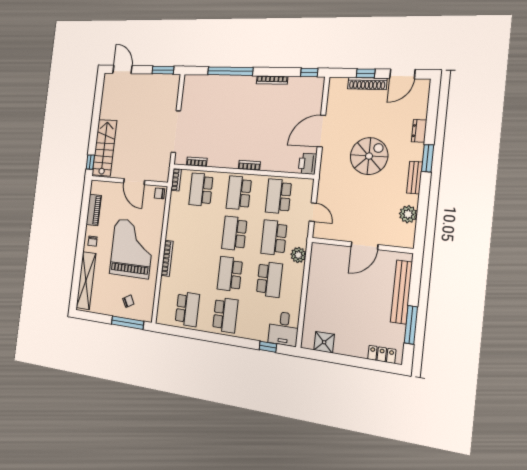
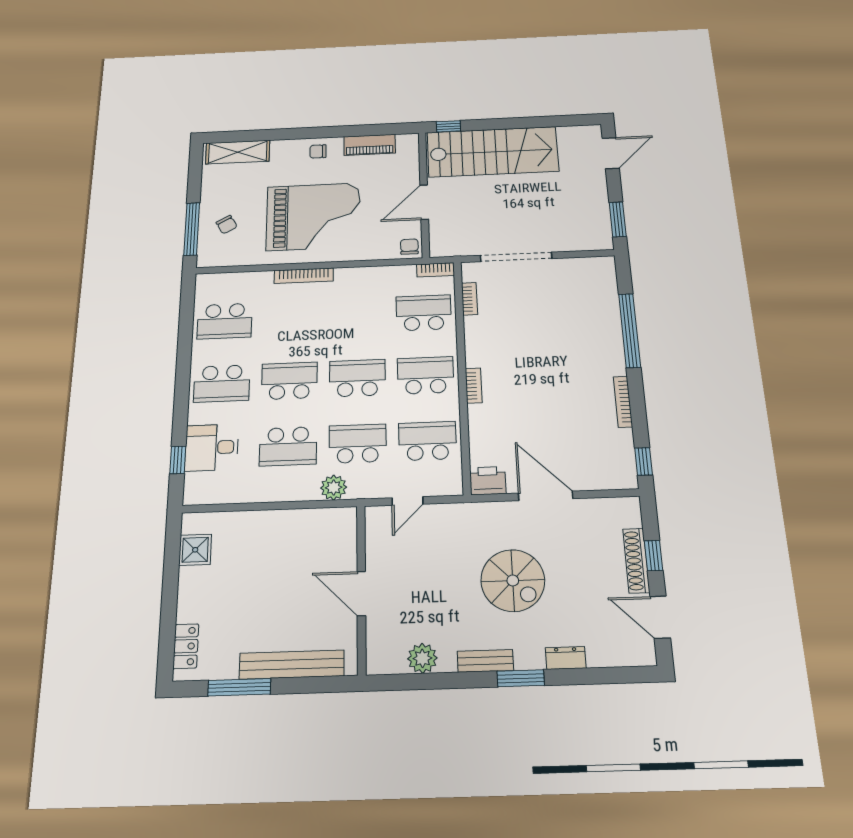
stairs: (104, 148) -> (492, 152), width x1.36, depth x1.51
shelving: (86, 281) -> (238, 152), width x0.68
desk: (284, 329) -> (212, 447), moved

